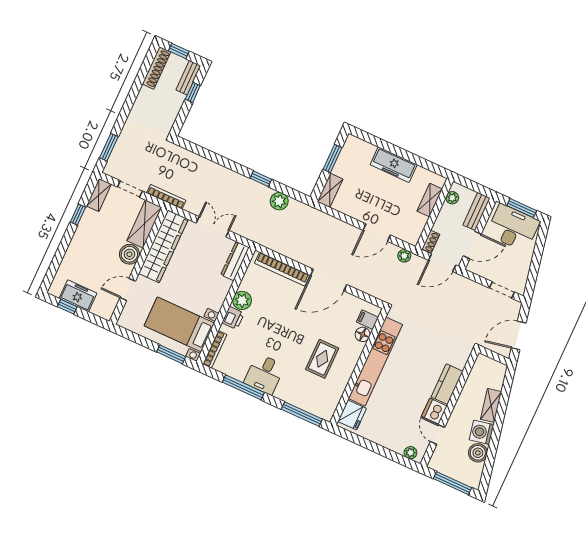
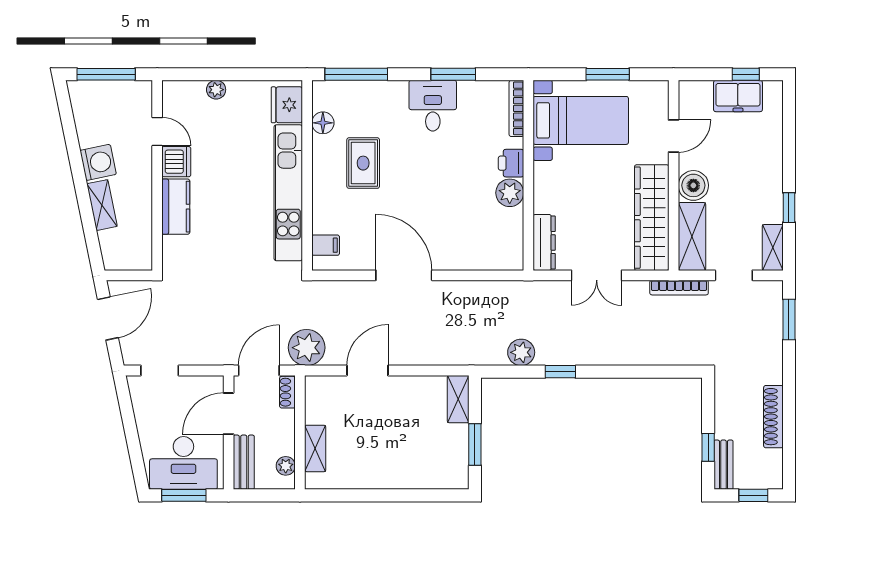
shoe rack: (156, 68) -> (773, 417), moved
freezer: (394, 165) -> (387, 474), removed
plant: (404, 256) -> (307, 348), width x1.88, depth x1.88
bookcase: (282, 269) -> (474, 261), removed
door: (329, 280) -> (404, 275), hinge flipped
floor lamp: (363, 334) -> (323, 123), moved
window: (171, 354) -> (608, 74), moved
window: (243, 387) -> (453, 74), width x0.69
plant: (410, 453) -> (216, 90), moved
boiler: (478, 453) -> (90, 132), removed

